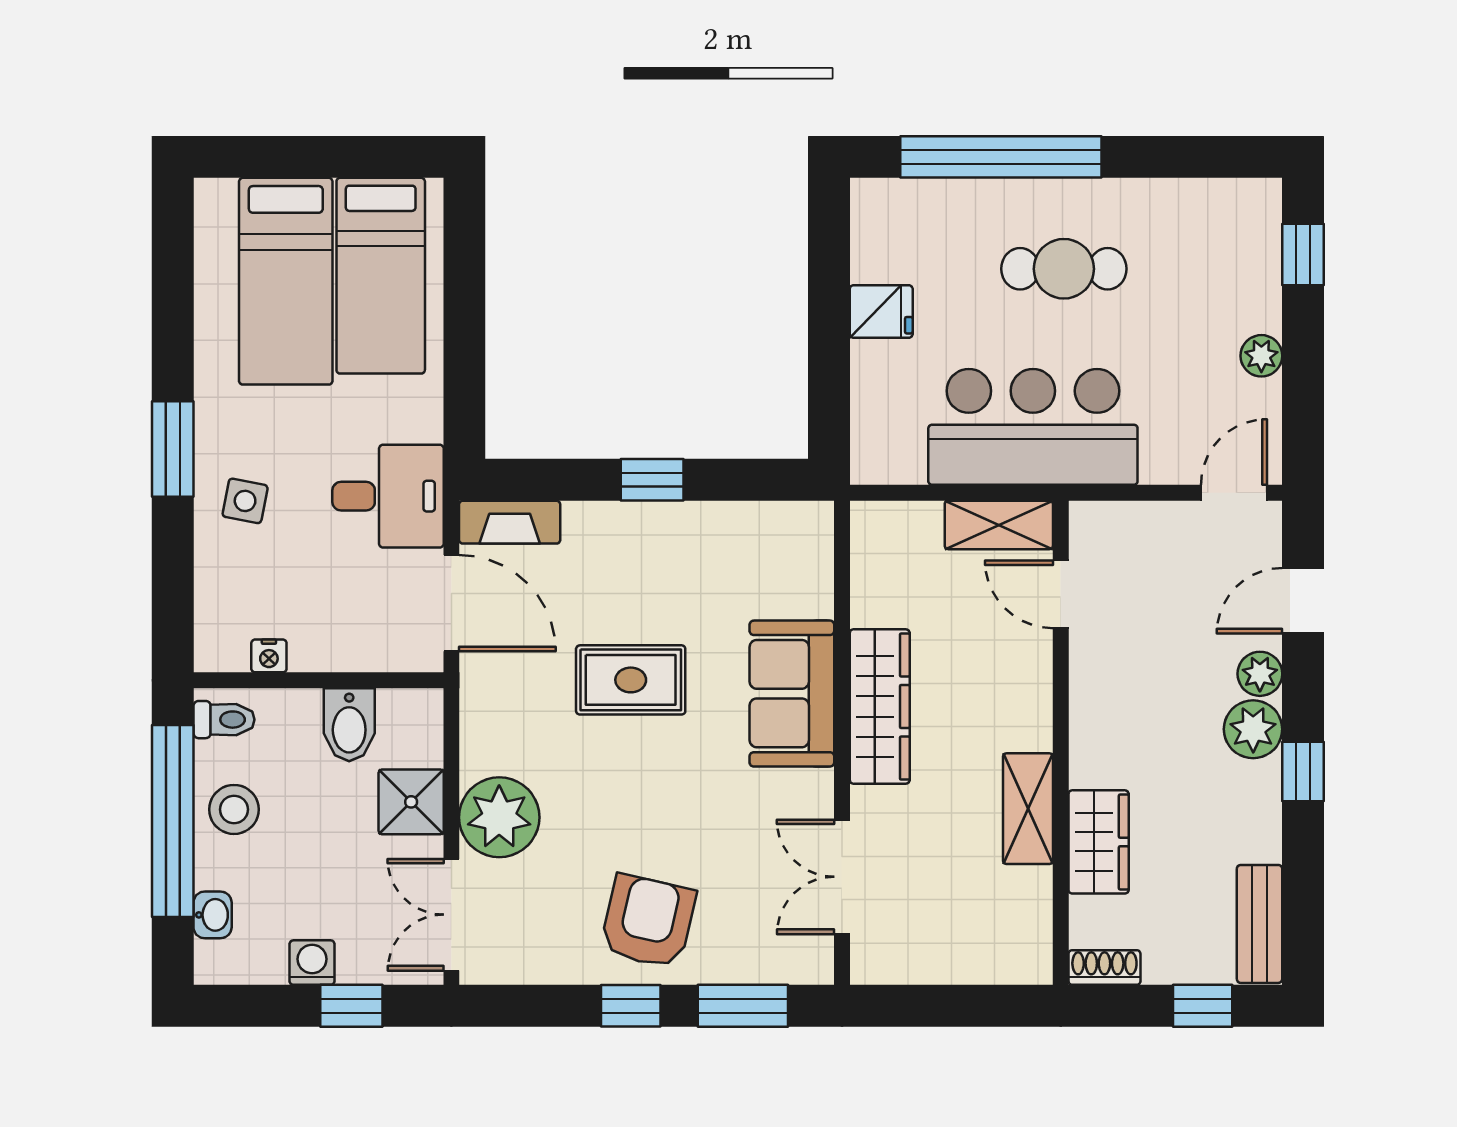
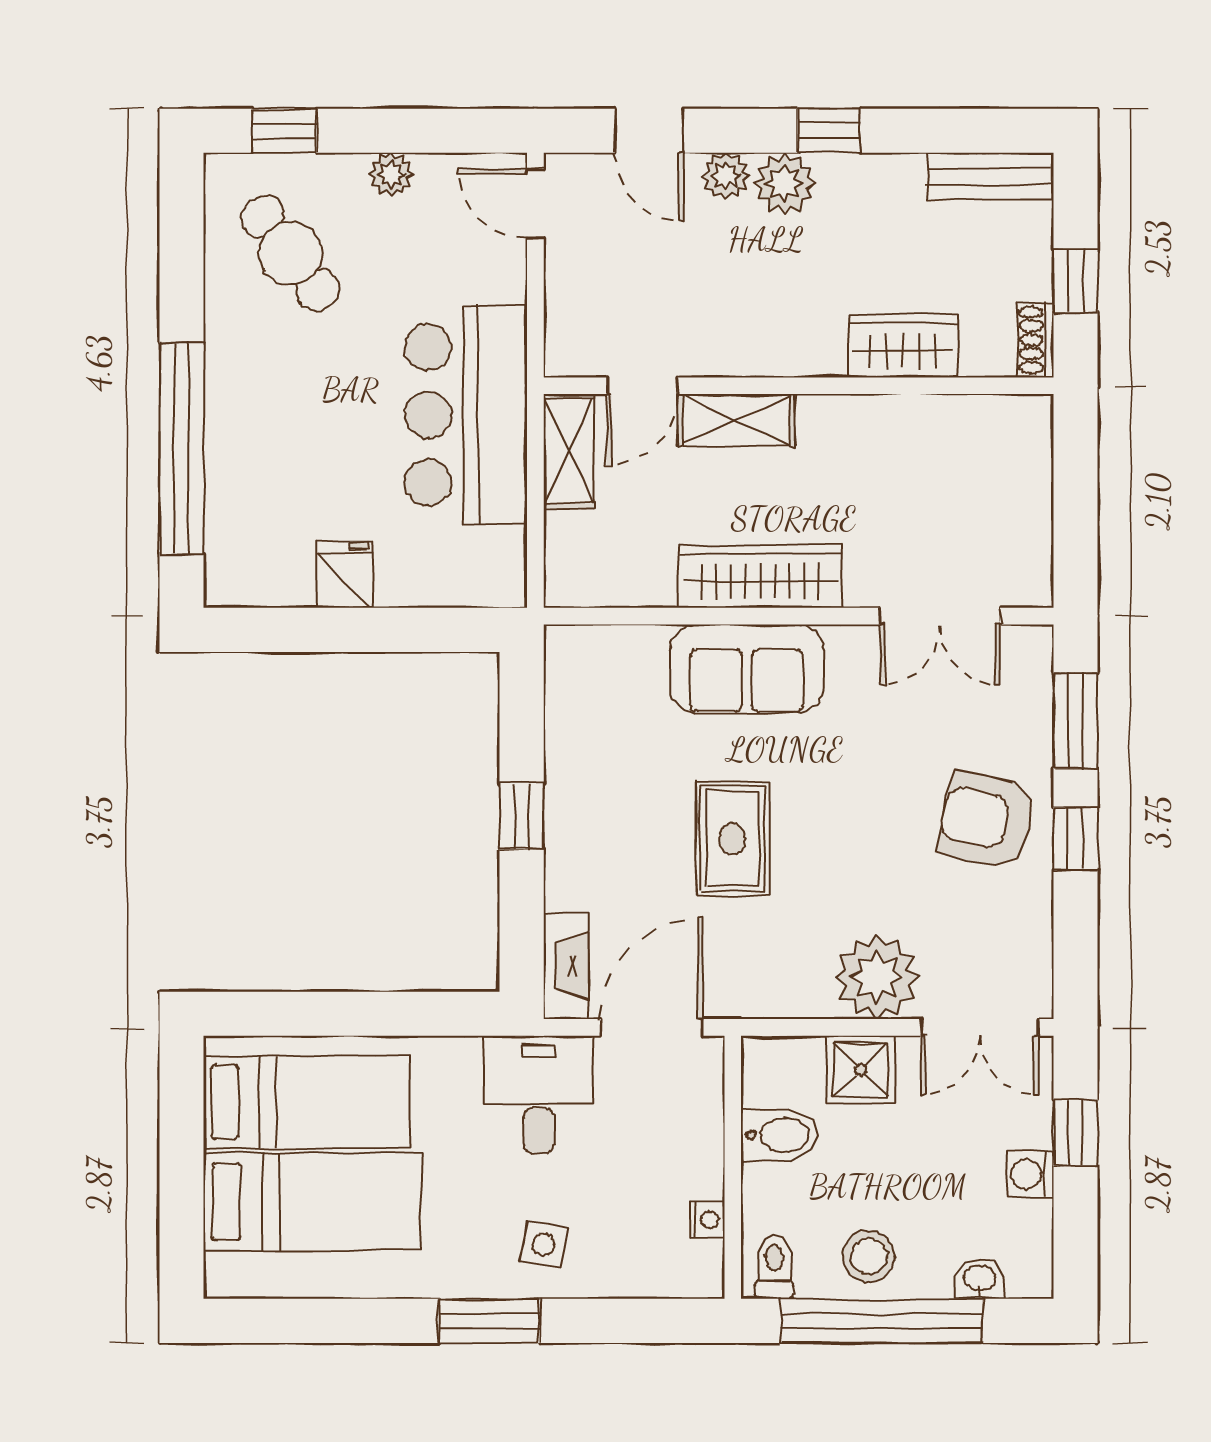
cafe table: (1064, 269) -> (290, 253), moved, turned -37
shelving: (1028, 809) -> (736, 420), moved
window: (1203, 1006) -> (1076, 281), moved

